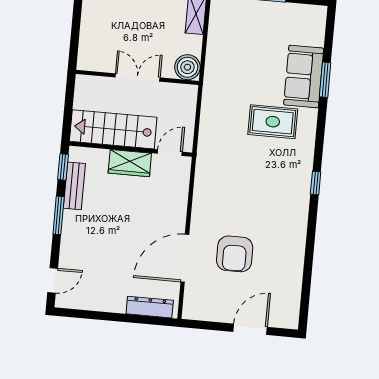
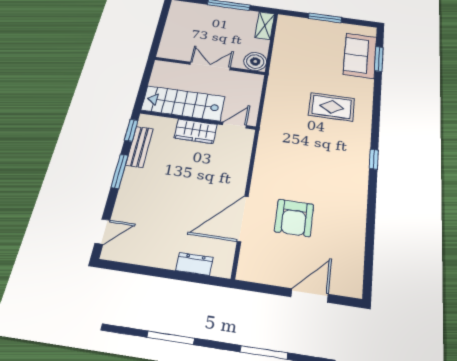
sofa: (304, 76) -> (360, 56), moved
window: (325, 80) -> (379, 59), moved
dresser: (150, 307) -> (194, 264), width x0.70

